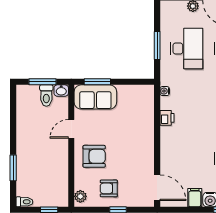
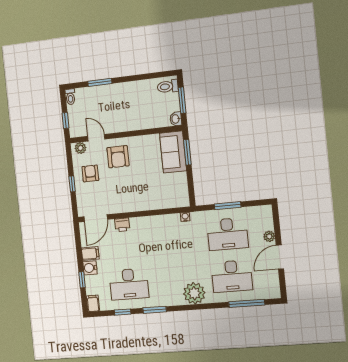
toilet: (46, 96) -> (168, 86), moved
printer: (167, 118) -> (122, 225), moved
door: (71, 129) -> (96, 138), moved

